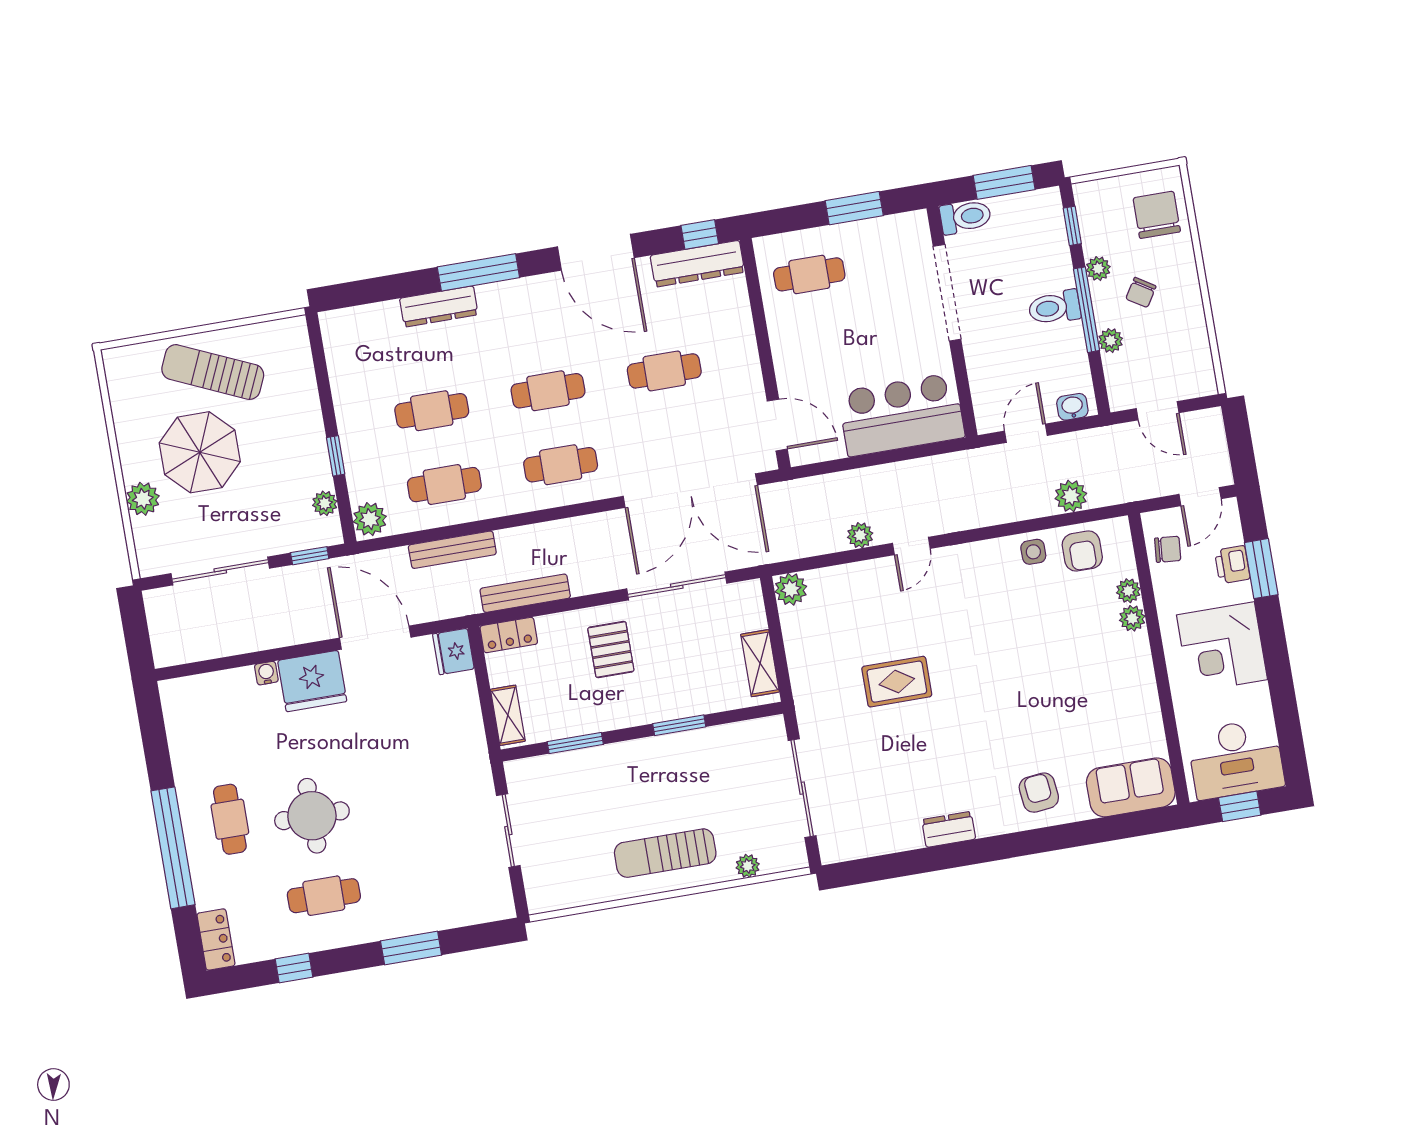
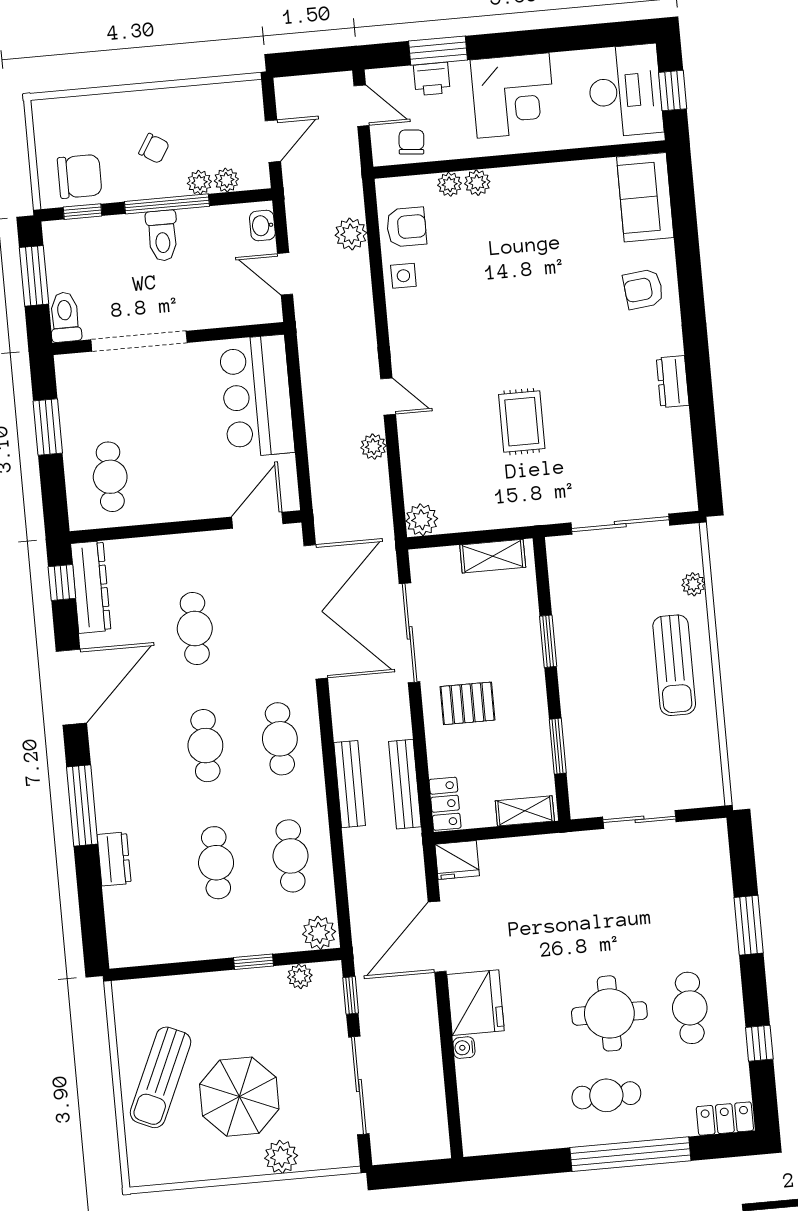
chair: (1157, 215) -> (80, 176), moved, turned 180
plant: (1098, 269) -> (226, 180), moved
dresser: (439, 306) -> (114, 859), width x0.70
bench: (452, 550) -> (350, 784), moved

